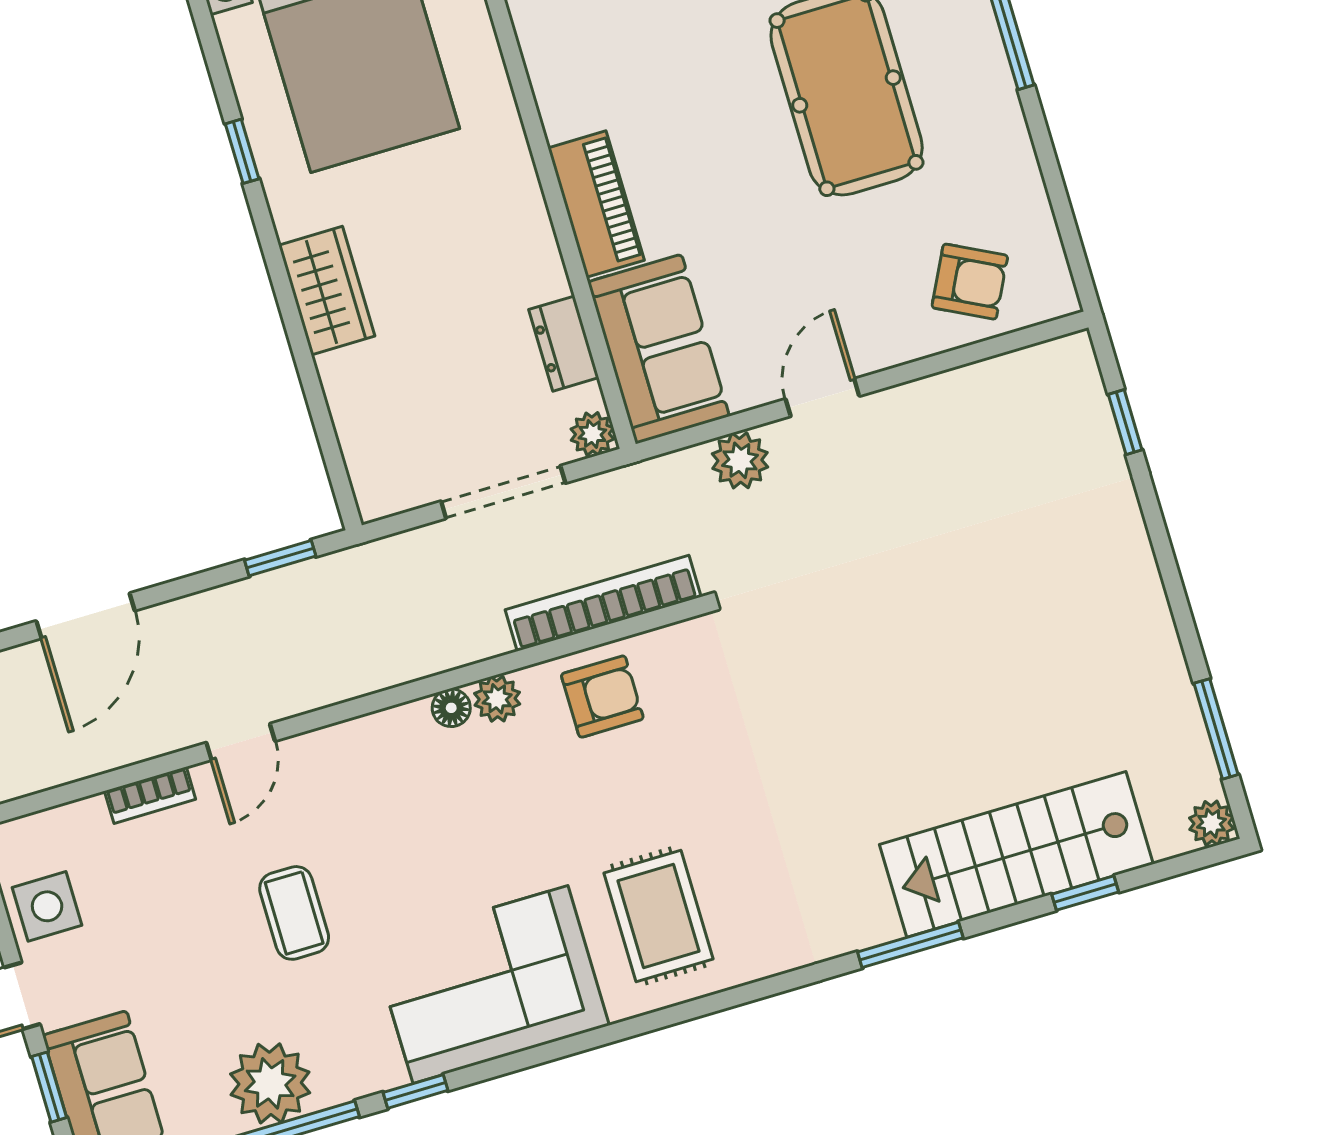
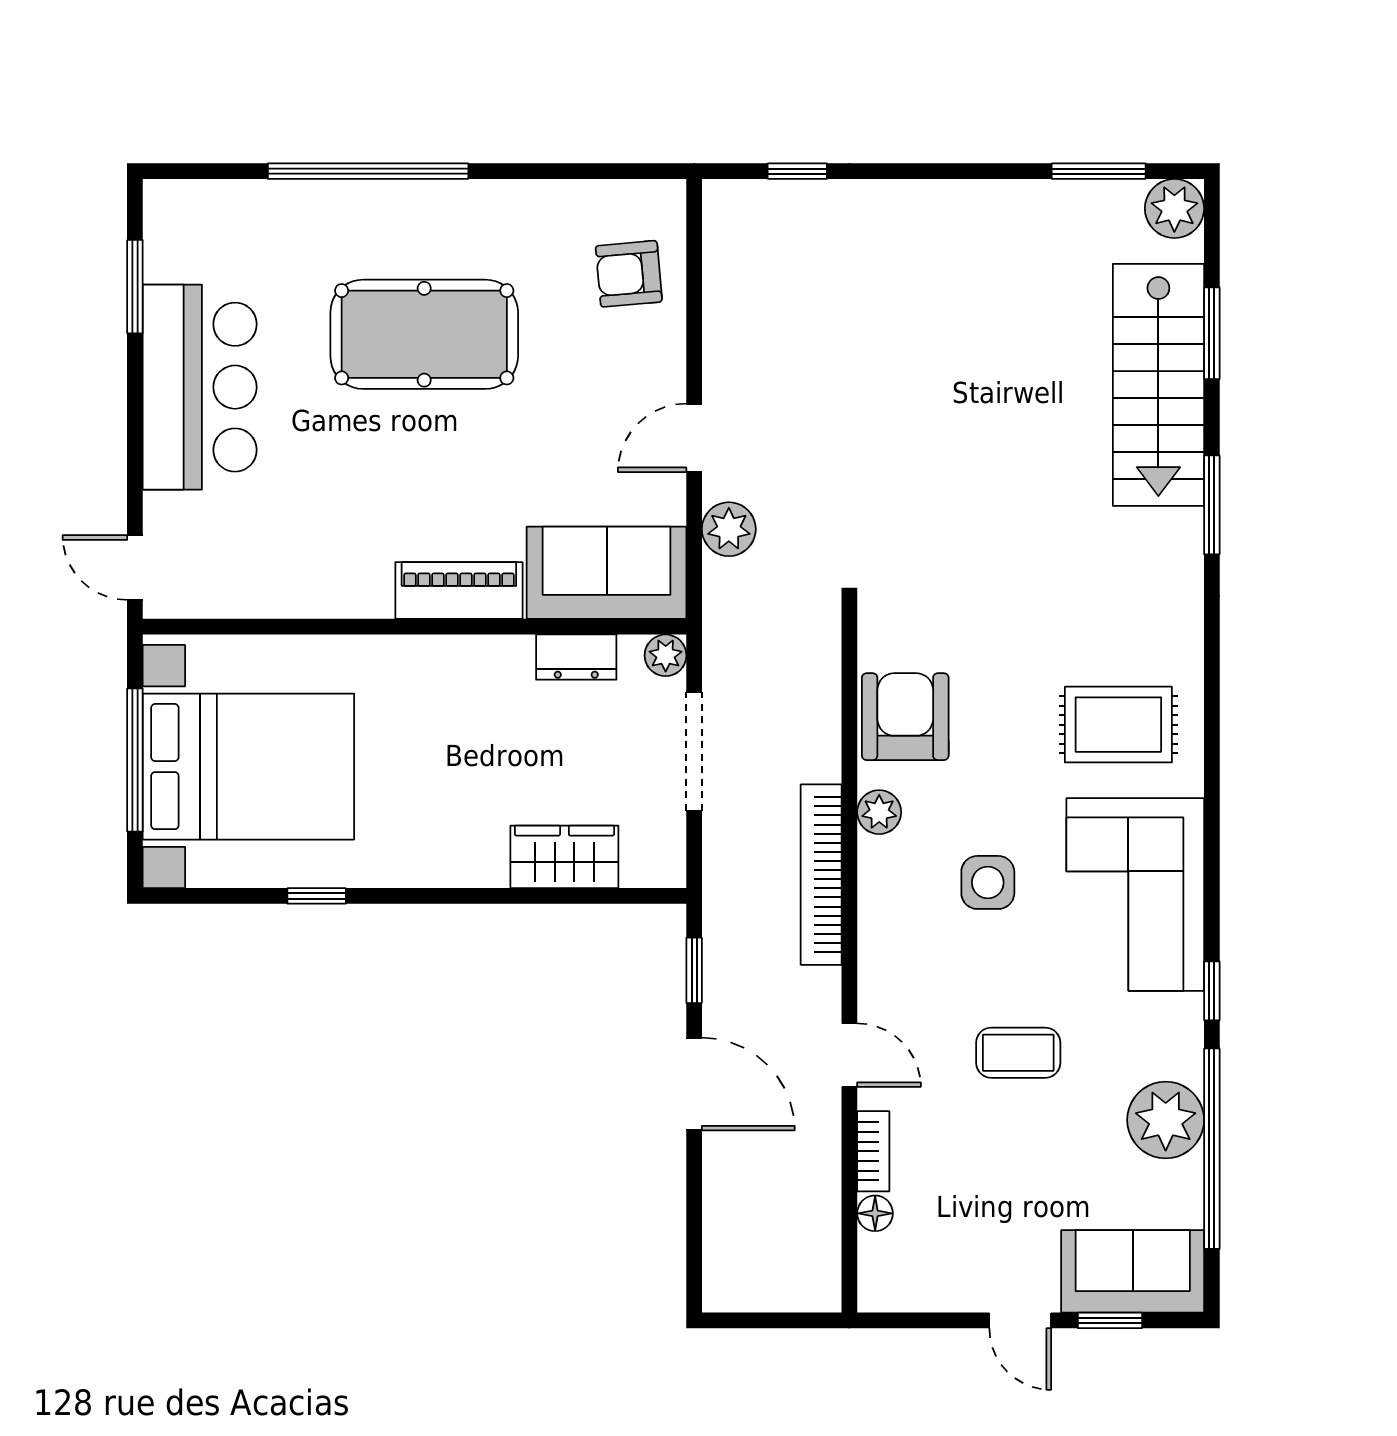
armchair: (970, 282) -> (629, 274), turned -122
wardrobe: (327, 291) -> (564, 857), moved
door: (822, 398) -> (694, 438), hinge flipped
bookcase: (603, 603) -> (821, 875), moved
door: (85, 616) -> (694, 1084), moved
armchair: (602, 697) -> (905, 717), width x1.38, depth x1.38
floor lamp: (451, 708) -> (875, 1213), moved
plant: (1212, 823) -> (1174, 208), width x1.38, depth x1.38
window: (1085, 893) -> (1212, 333), width x1.50
side table: (47, 906) -> (988, 882), moved

